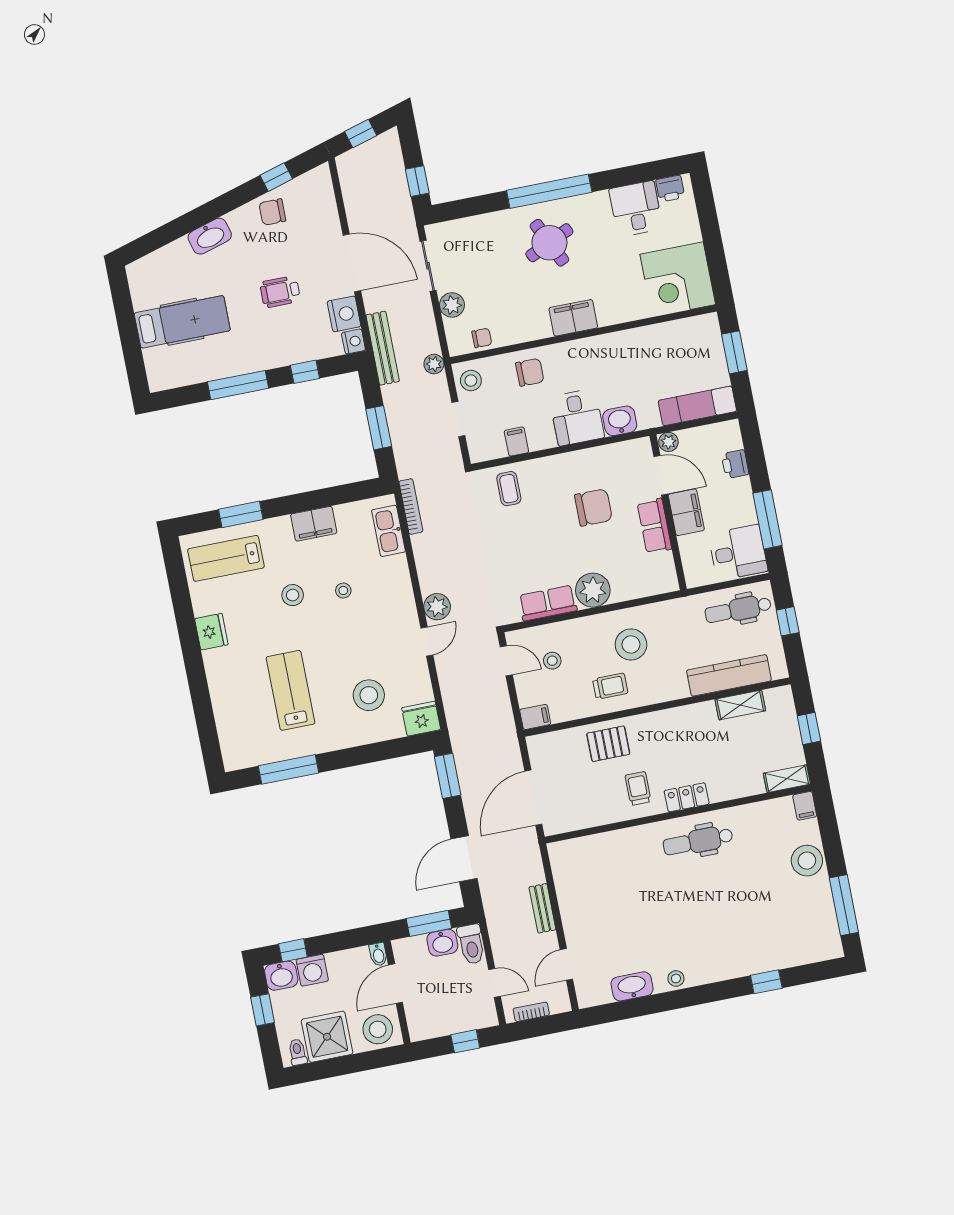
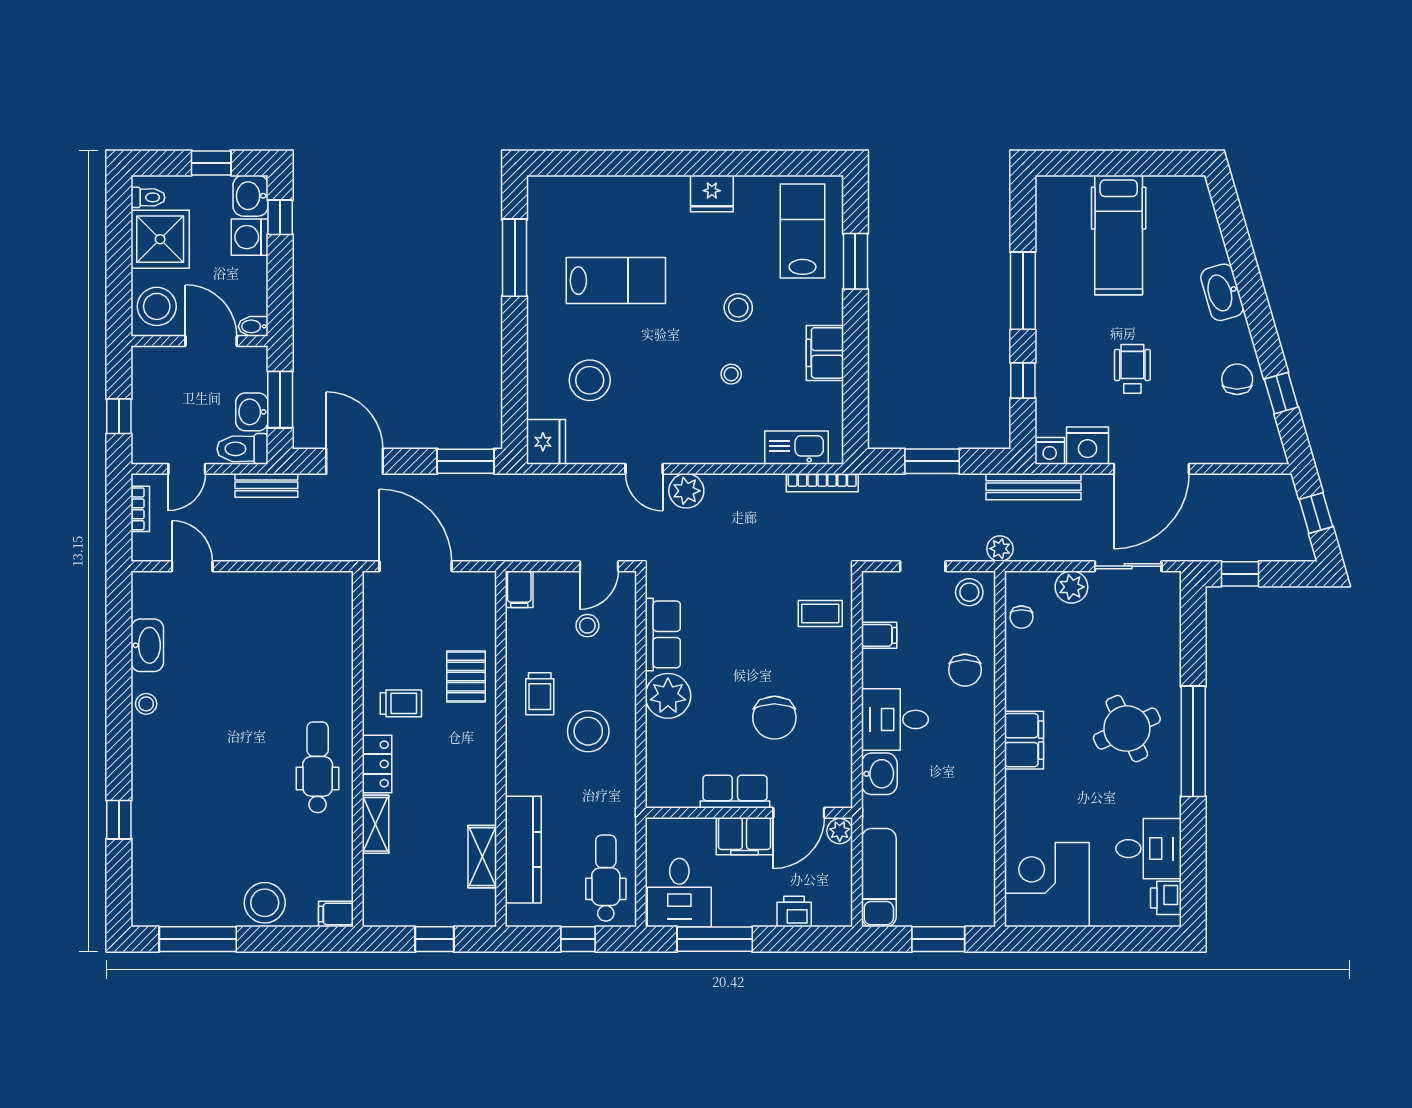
shelving: (787, 779) -> (375, 824), moved
bench: (542, 908) -> (266, 485), moved

